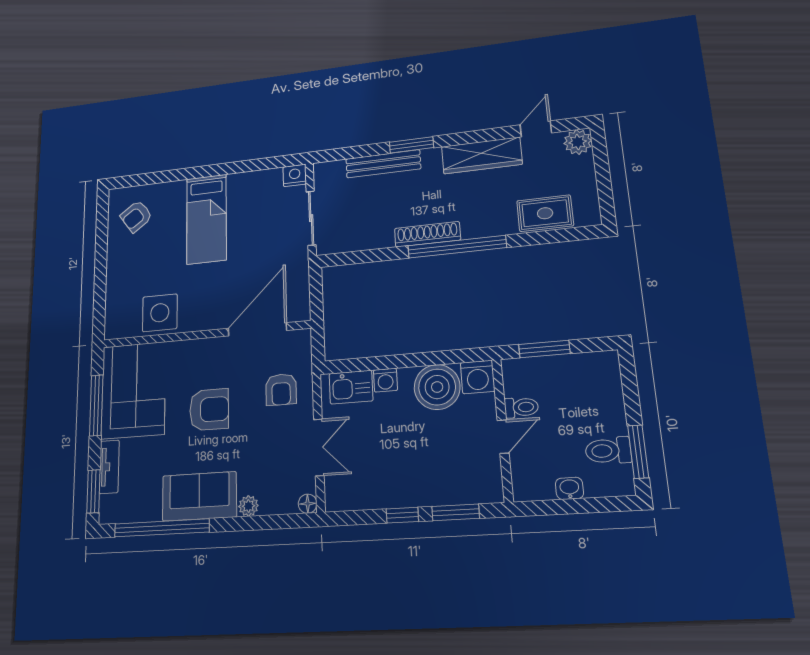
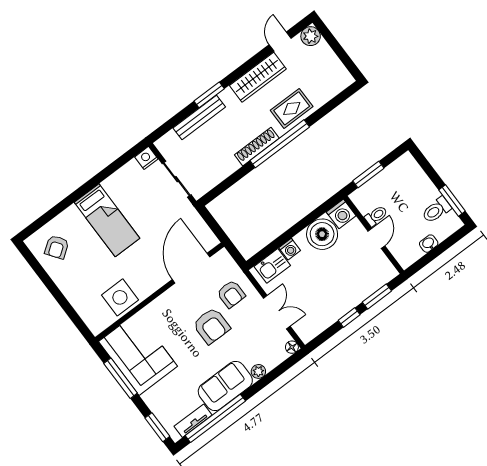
rug: (545, 213) -> (292, 108), moved
armchair: (209, 410) -> (211, 326), moved, turned 90
tv unit: (109, 467) -> (193, 421), moved, turned -90

